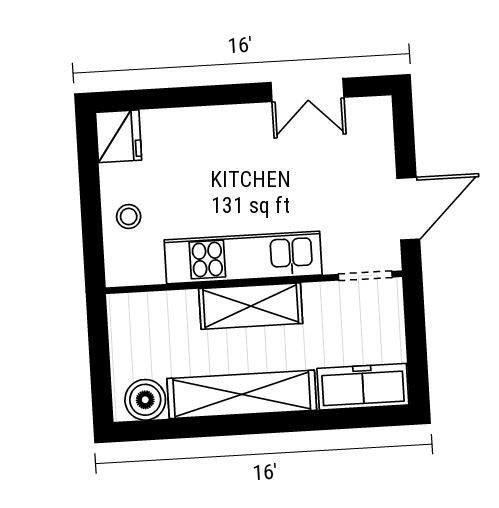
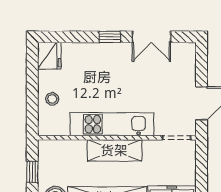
window: (230, 94) -> (110, 37), added
window: (99, 355) -> (32, 172), added

